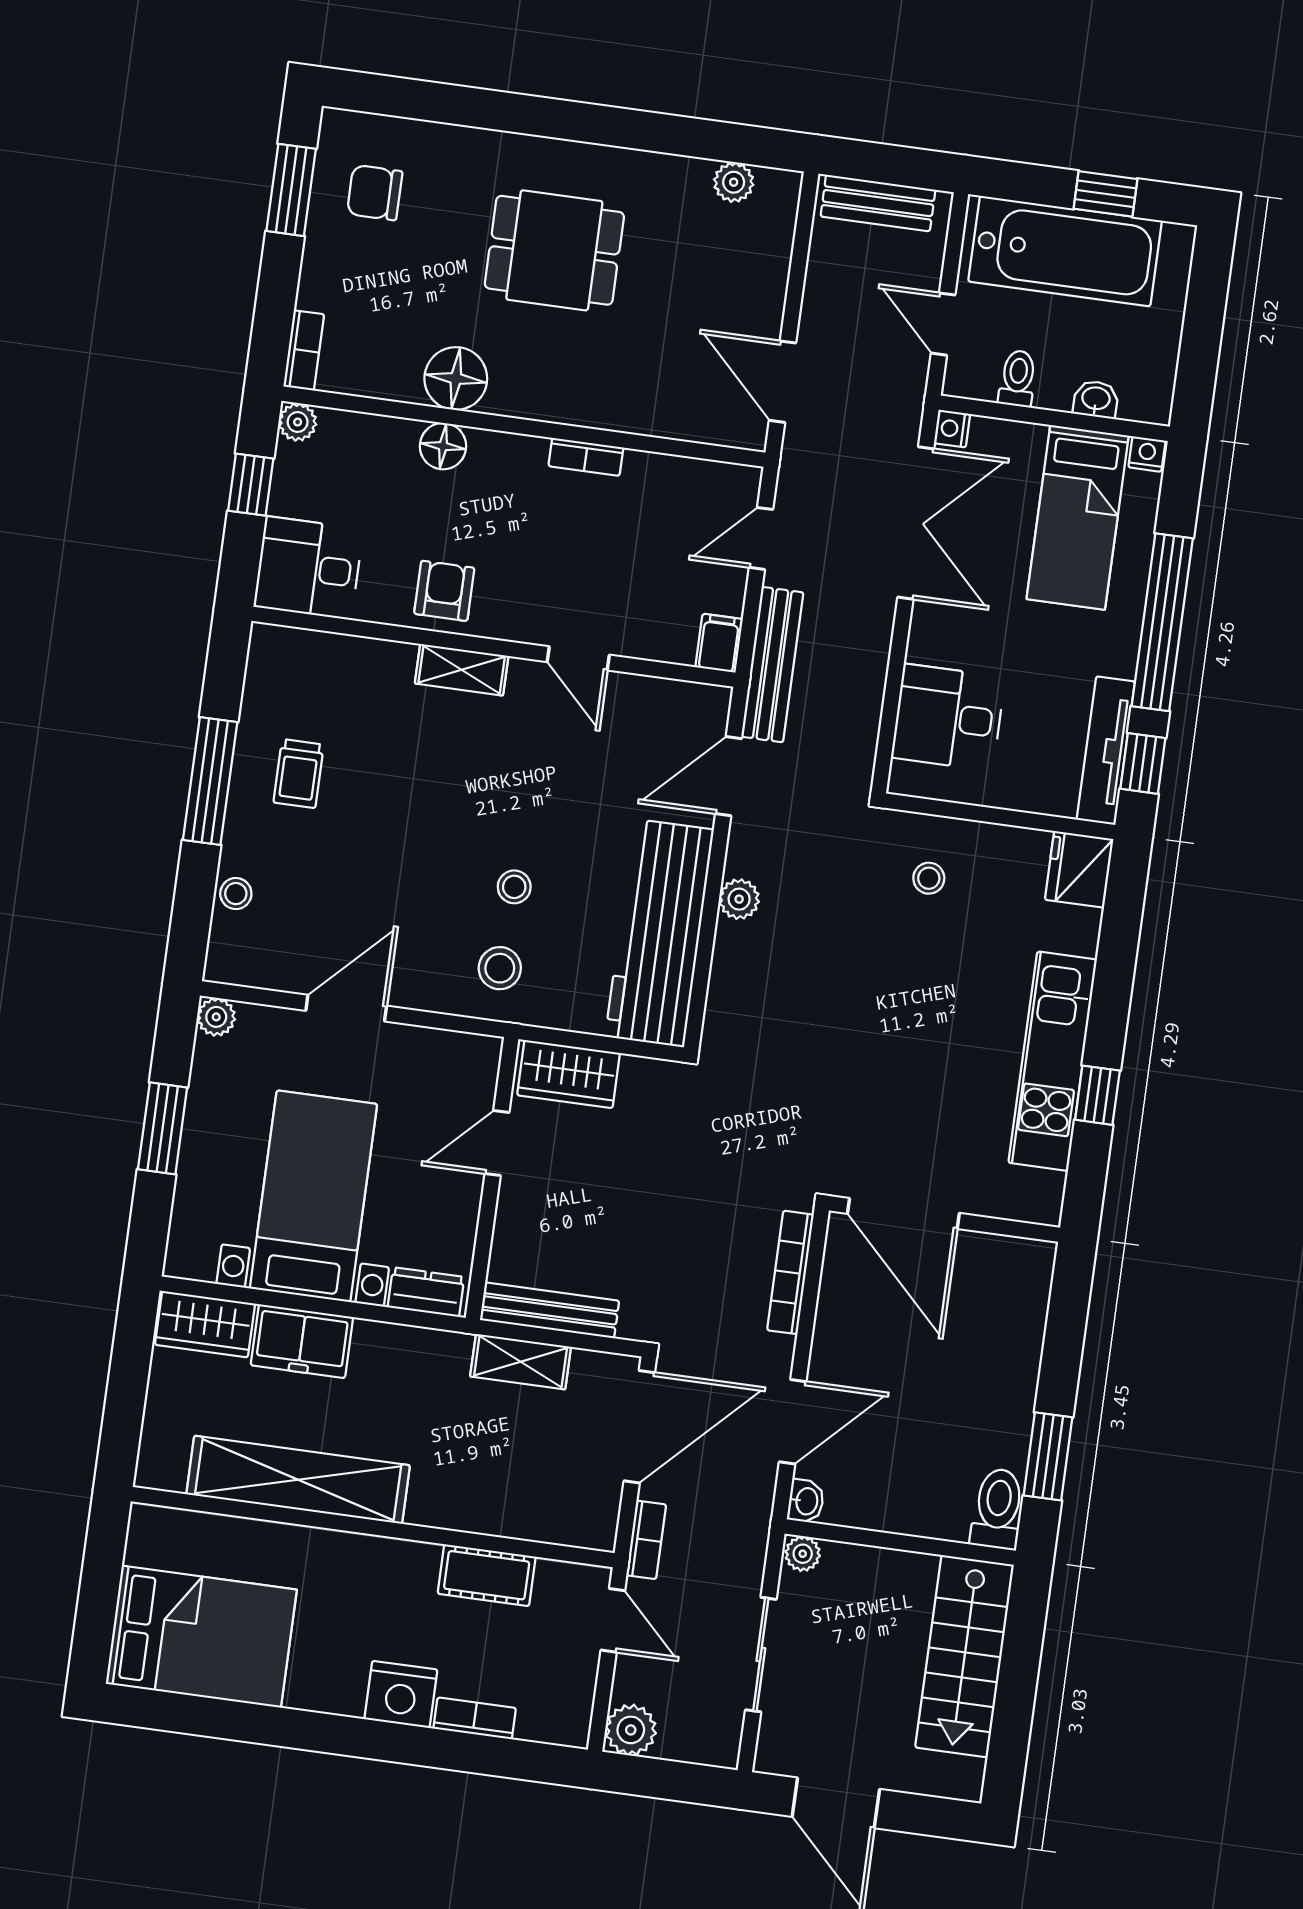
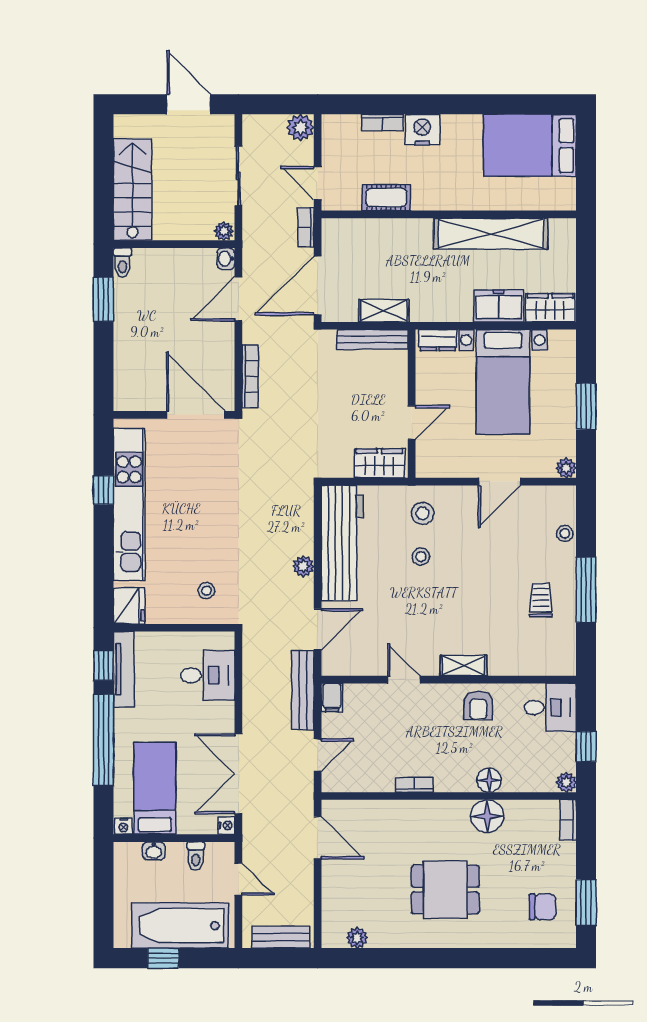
kitchen unit: (1053, 1061) -> (129, 504), width x1.36
toilet: (998, 1509) -> (122, 263), width x0.73, depth x0.72

